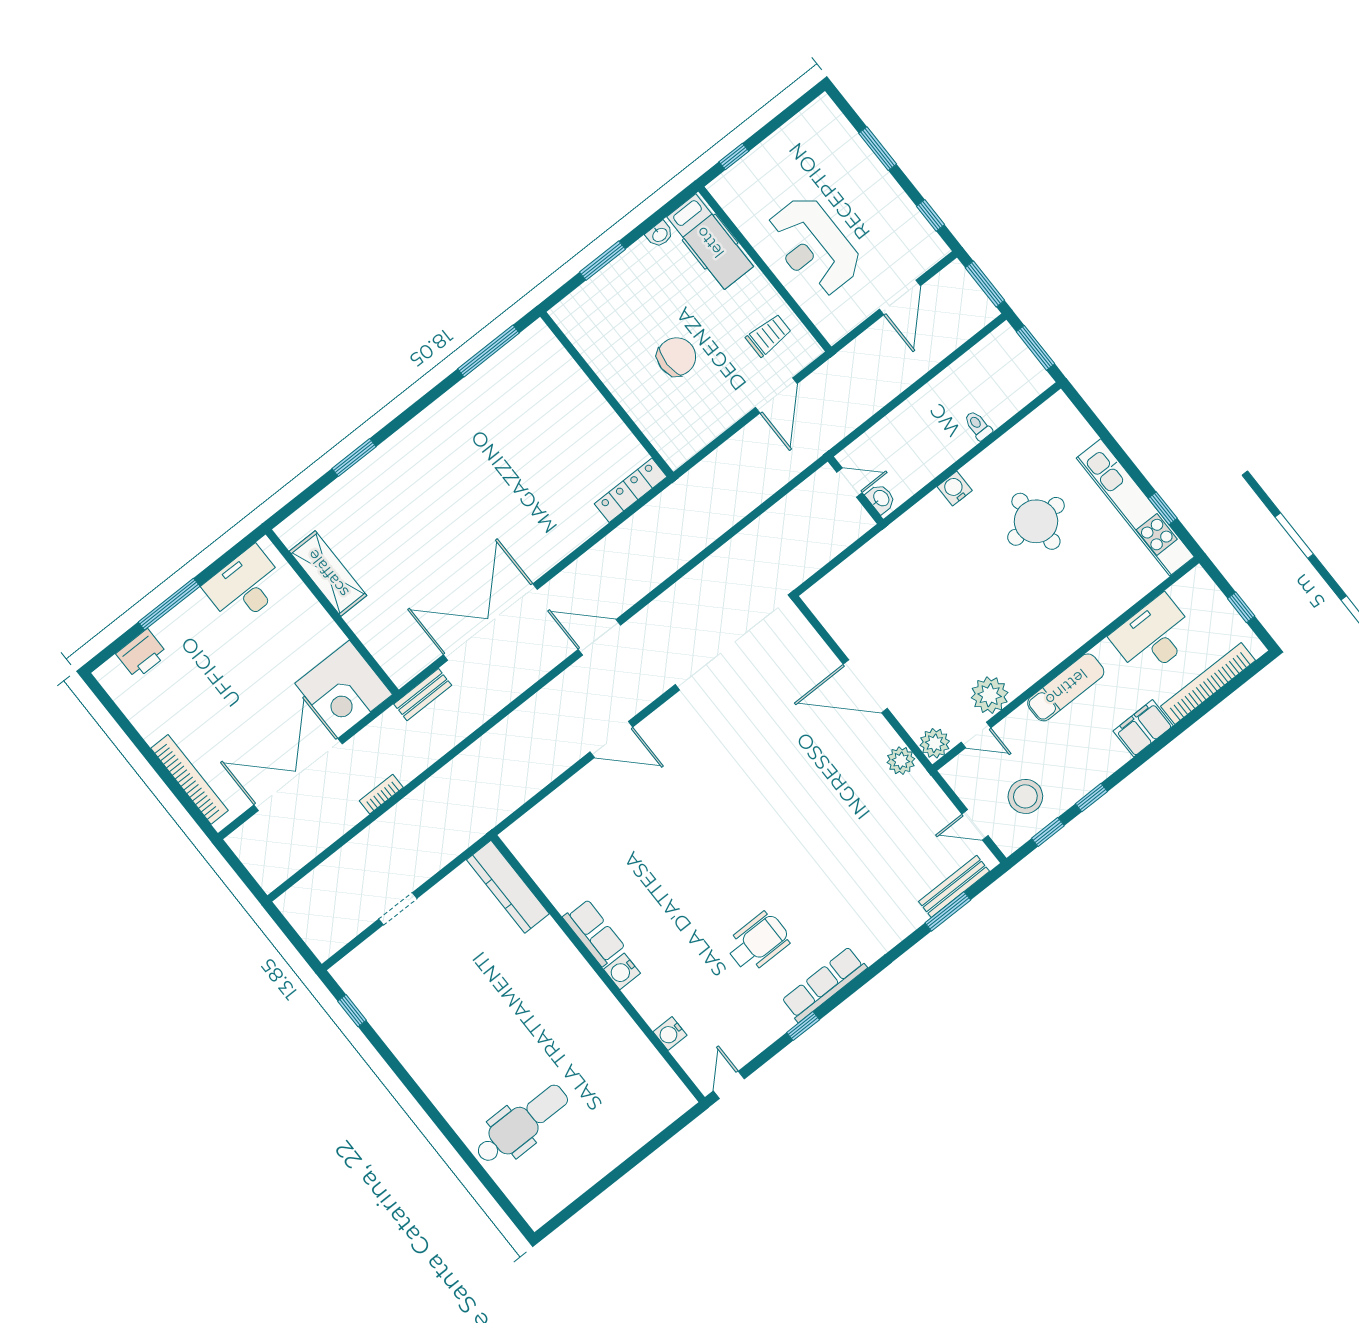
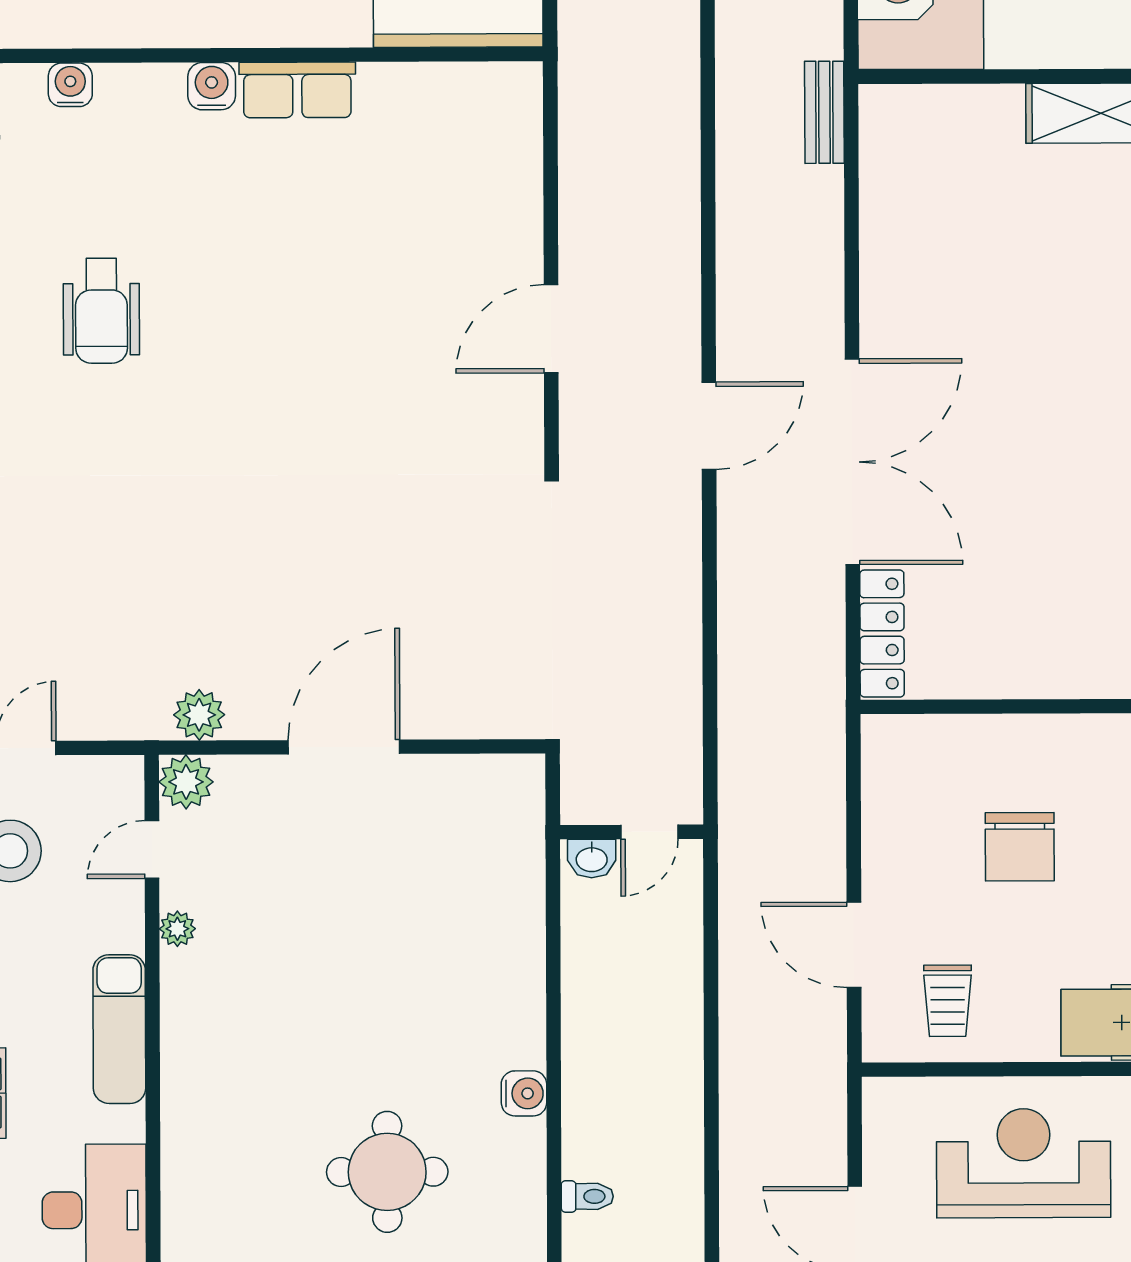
door: (849, 482) -> (649, 832), moved
wall: (855, 490) -> (632, 832), moved
washbasin: (881, 499) -> (592, 859), moved
double door: (490, 622) -> (852, 462), moved
plant: (990, 695) -> (177, 929), width x0.53, depth x0.53

